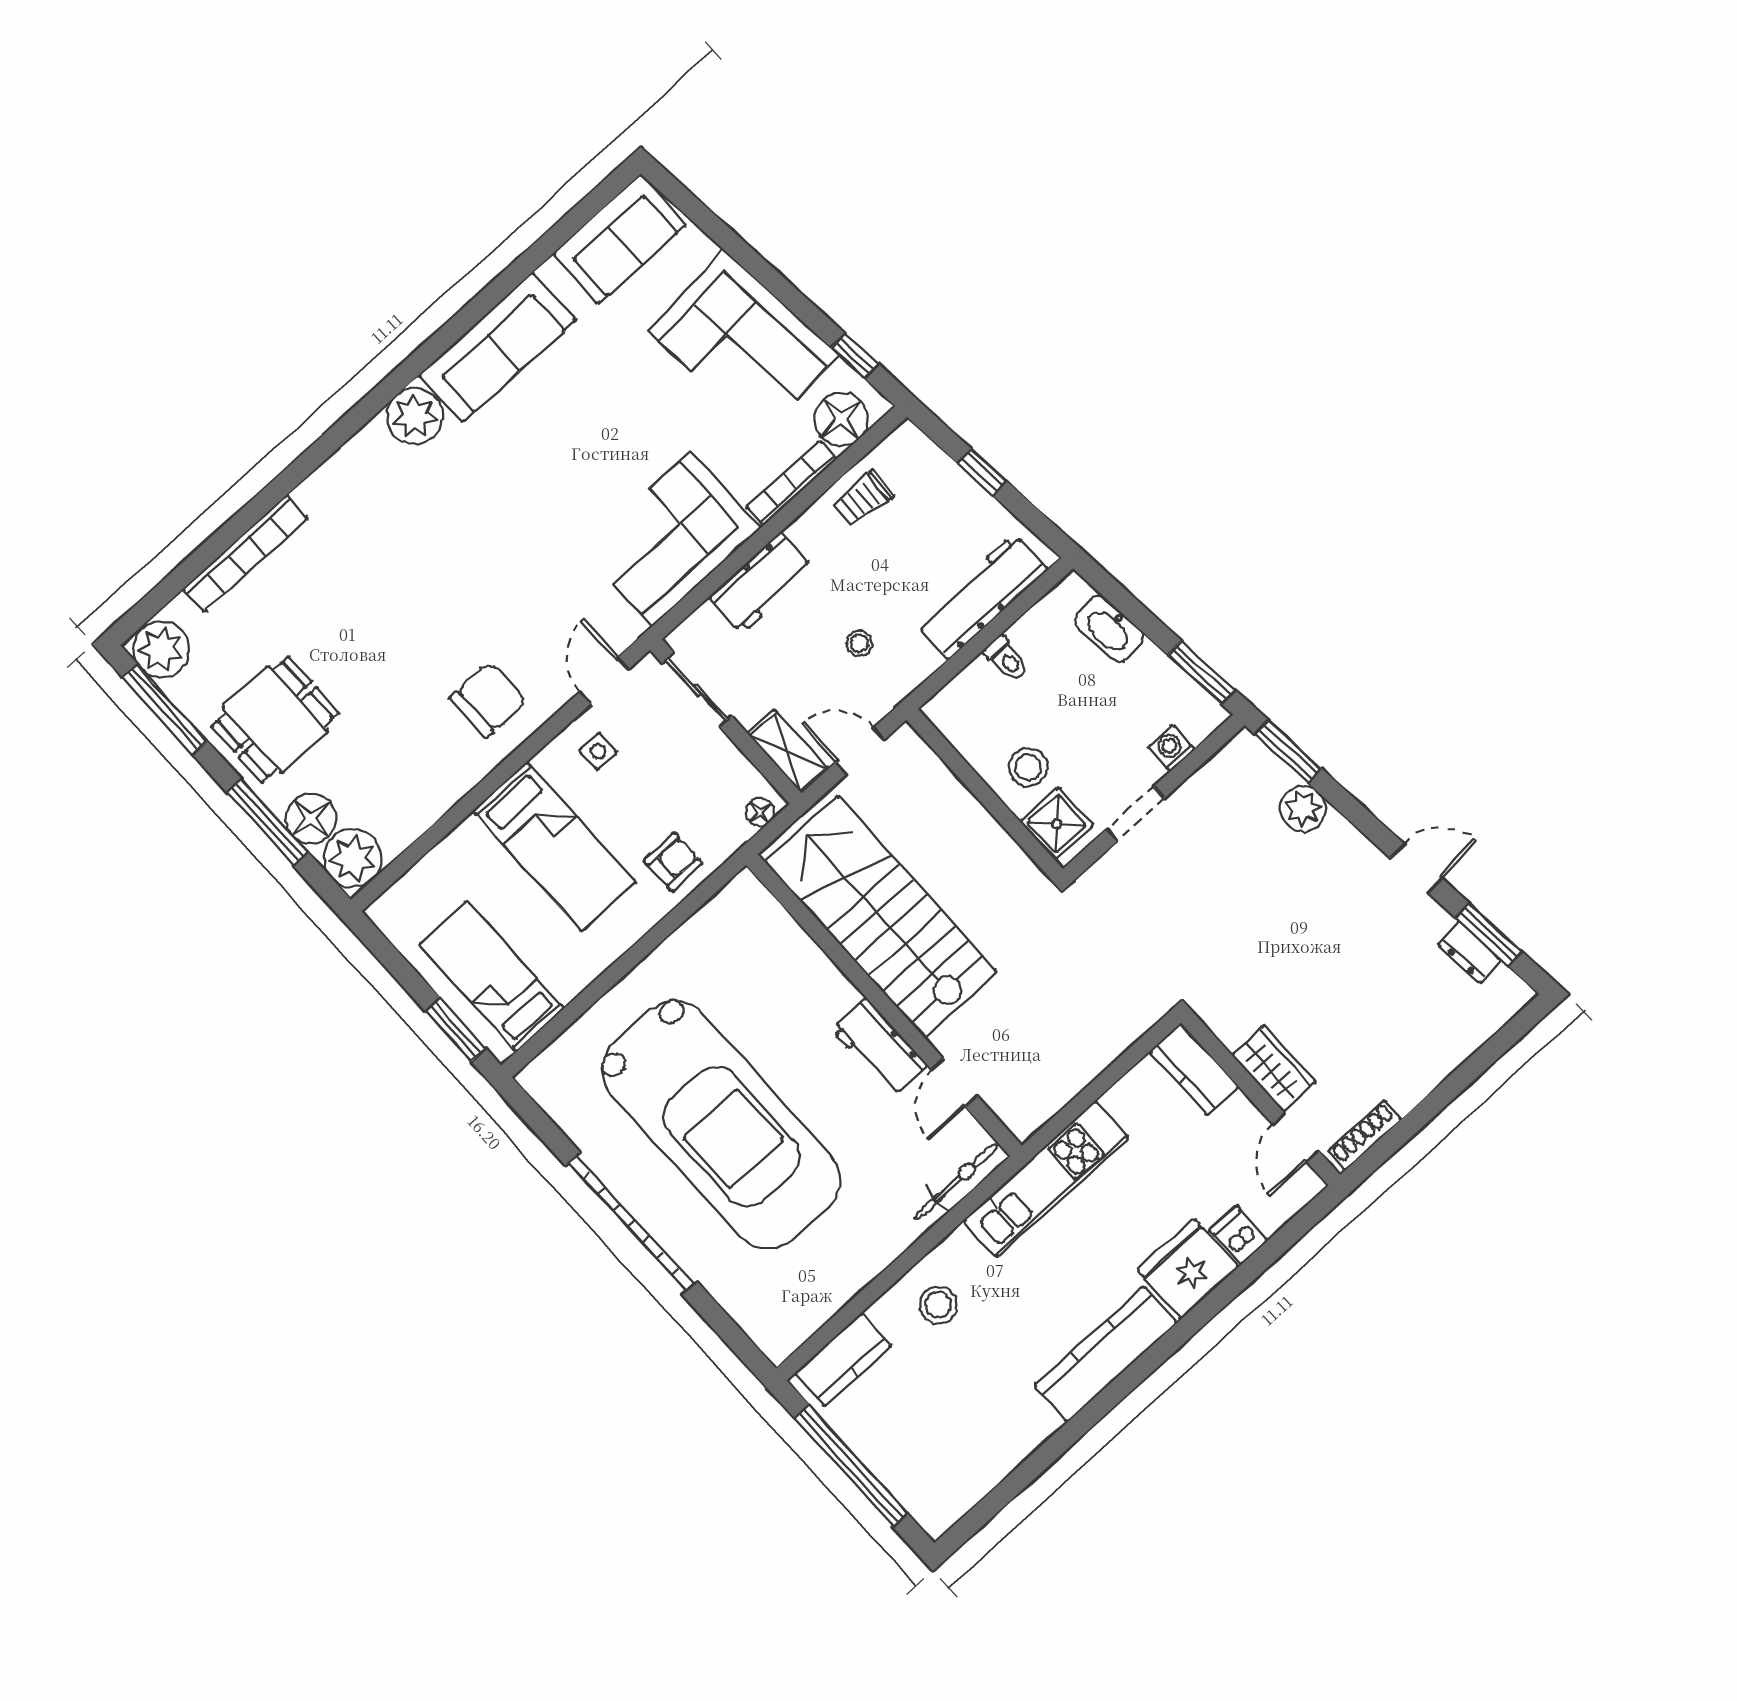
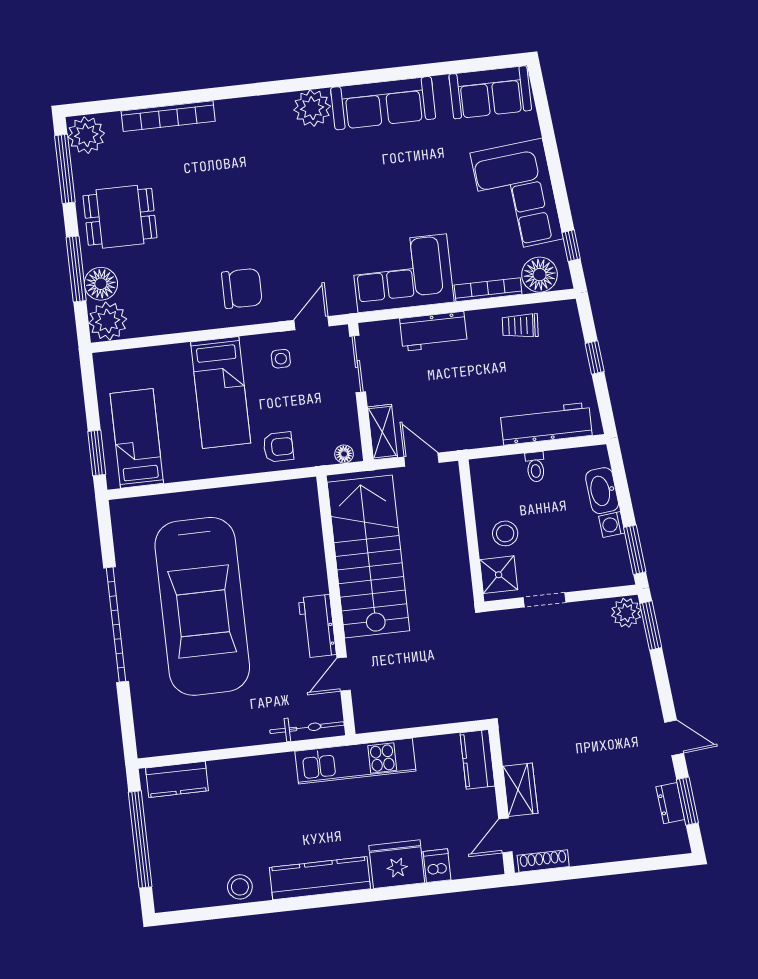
stool: (859, 643) -> (463, 402), removed
washing machine: (1171, 748) -> (612, 525), moved, turned -95
plant: (1303, 809) -> (626, 613), moved
stool: (938, 1305) -> (240, 887), moved

